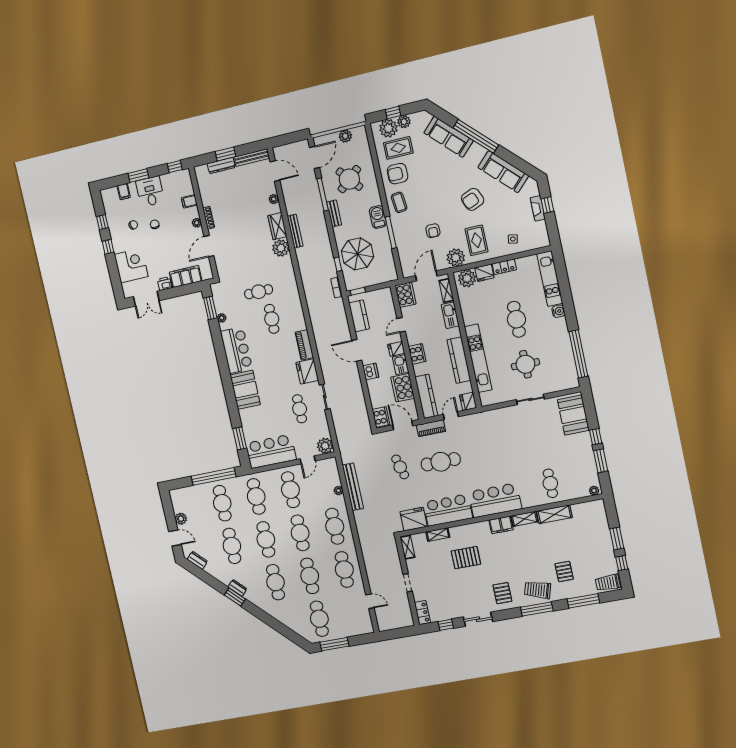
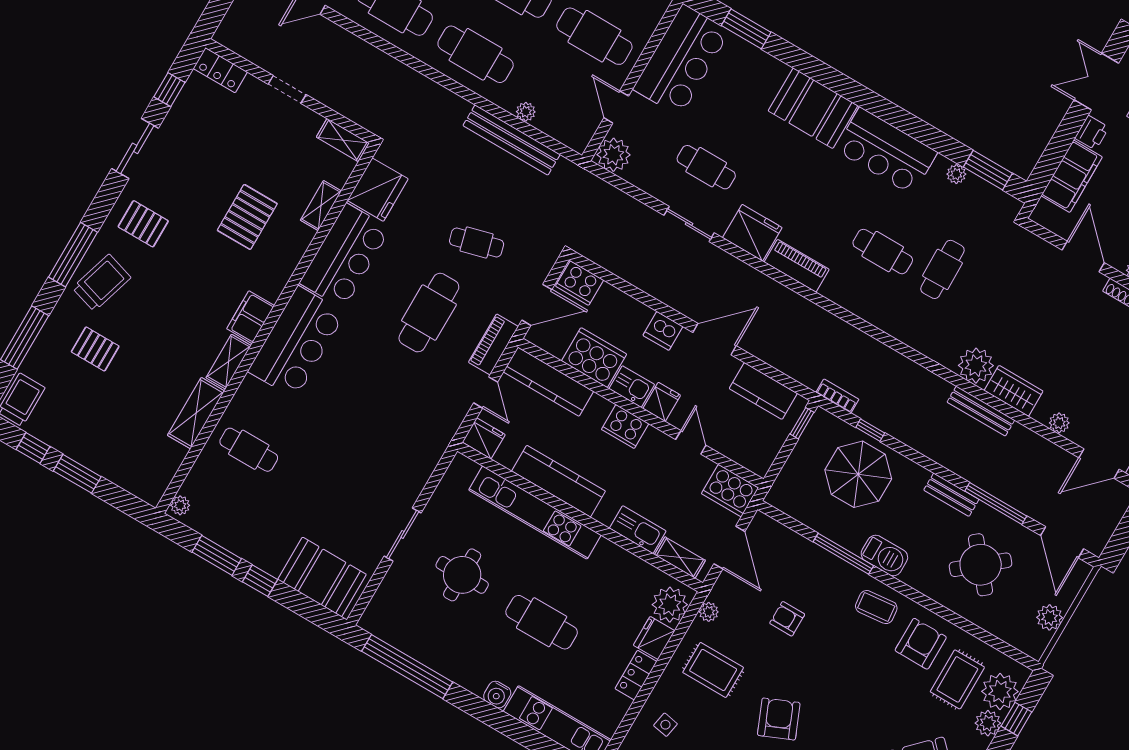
plant: (456, 258) -> (709, 612), width x0.53, depth x0.53

